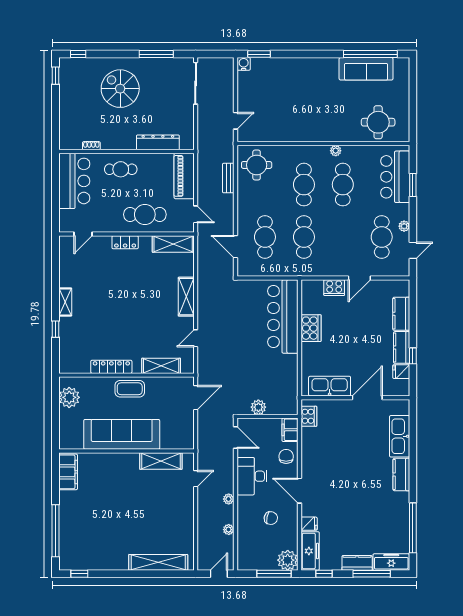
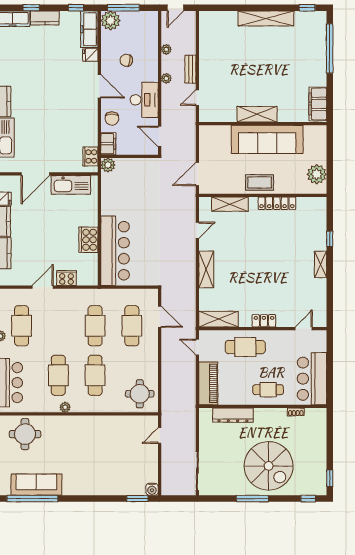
window: (156, 54) -> (252, 499), moved
spiral stairs: (120, 89) -> (269, 466), width x1.37, depth x1.37
bench: (228, 178) -> (190, 69), moved
plant: (258, 407) -> (108, 165), moved
shelving: (161, 461) -> (257, 114), moved
shelving: (158, 562) -> (266, 18), moved
window: (372, 574) -> (31, 8), width x0.46

